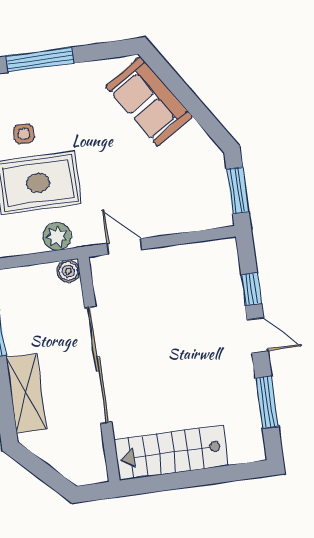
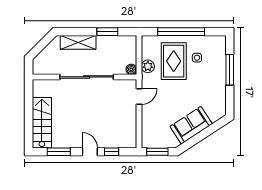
sofa: (149, 101) -> (191, 125), moved
door: (258, 335) -> (90, 152), swing flipped
stairs: (171, 452) -> (42, 123), moved

